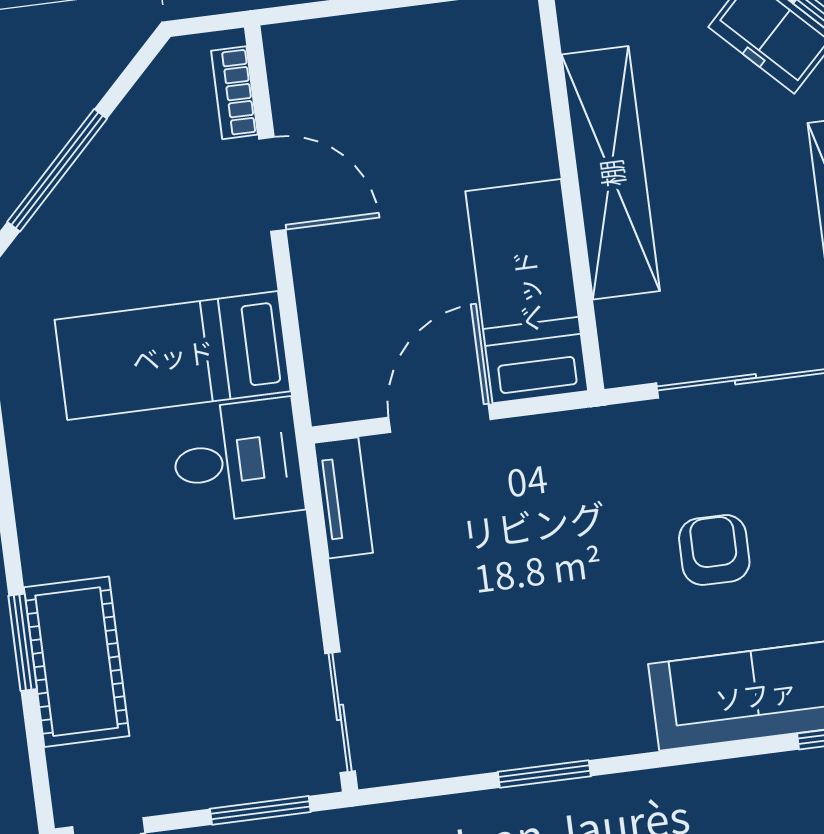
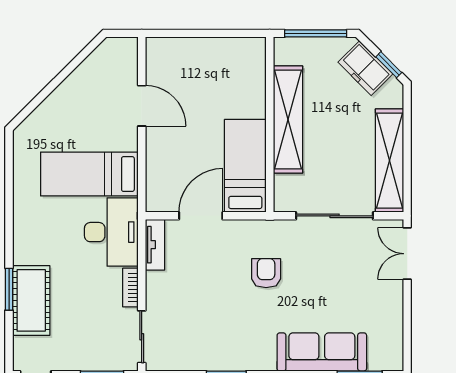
bookcase: (234, 93) -> (130, 288), moved
window: (57, 170) -> (50, 88), removed
desk: (237, 461) -> (111, 232), width x1.37
armchair: (714, 550) -> (266, 273), moved

